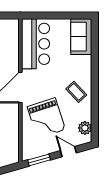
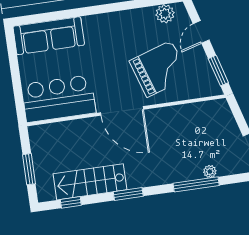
sofa: (81, 37) -> (49, 36), width x1.36
coffee table: (76, 92) -> (117, 33), removed

